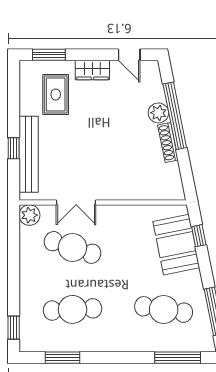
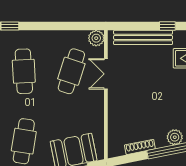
shoe rack: (168, 142) -> (140, 147), moved
window: (14, 148) -> (167, 26), moved

